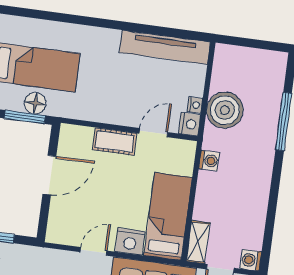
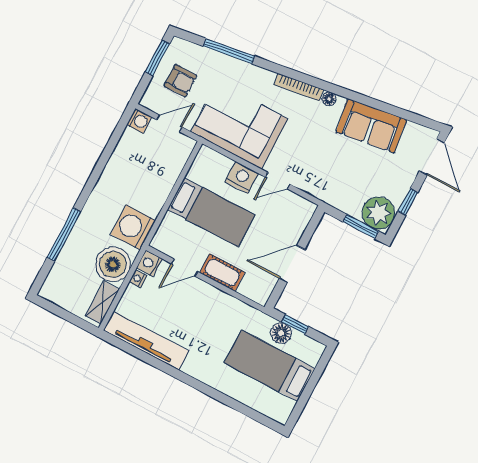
window: (25, 117) -> (295, 324), width x0.67
washing machine: (209, 161) -> (133, 227), width x1.89, depth x1.89
bed: (168, 217) -> (211, 212), moved, turned -90
shelving: (198, 242) -> (102, 303), moved

